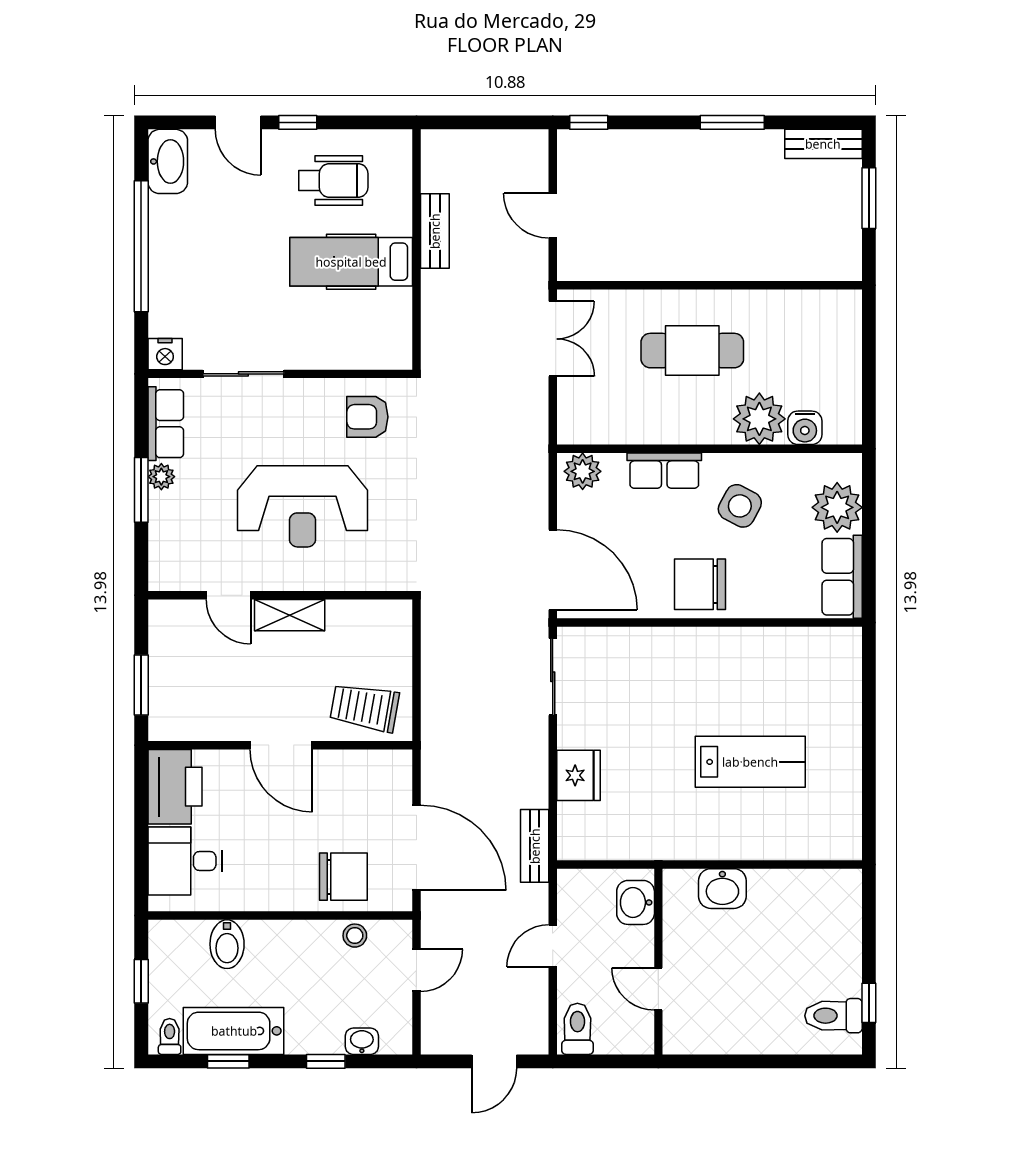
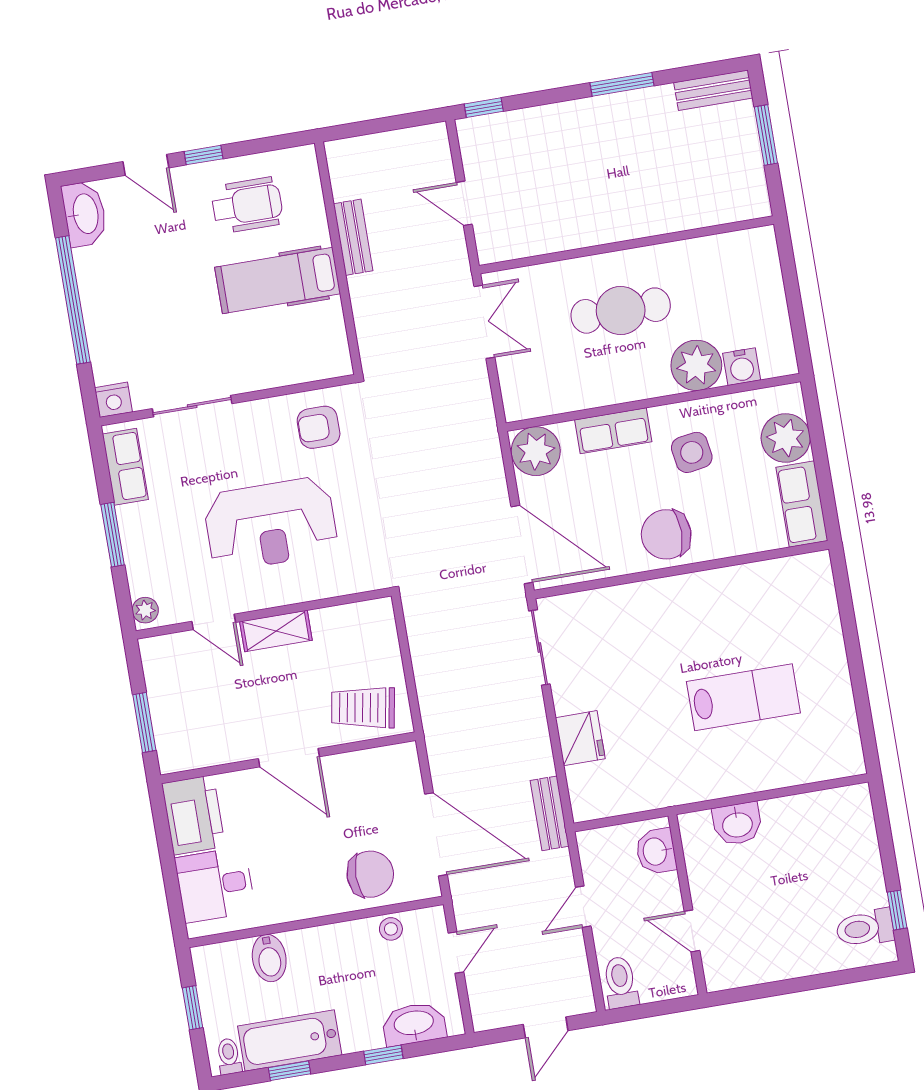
plant: (583, 471) -> (536, 451), width x1.36, depth x1.36
plant: (161, 477) -> (145, 610), moved
side table: (740, 506) -> (692, 452), turned -37
washbasin: (362, 1041) -> (414, 1024), width x1.91, depth x1.45

